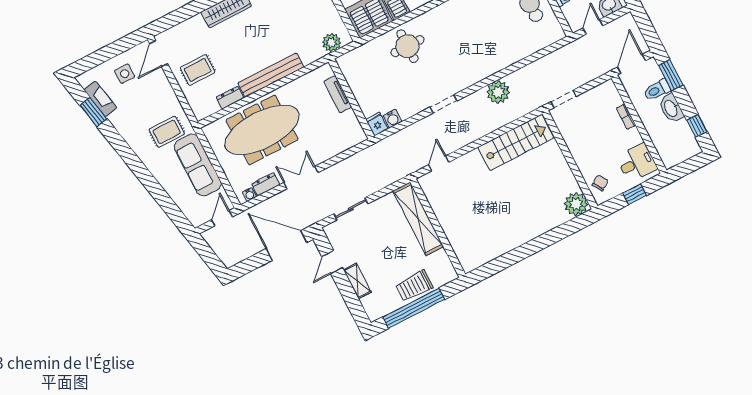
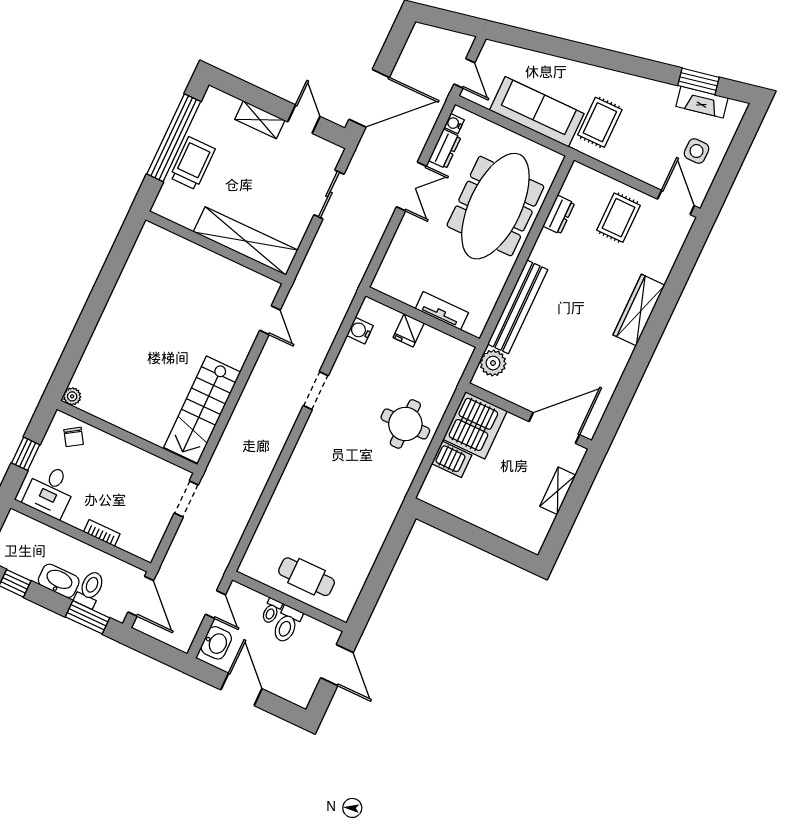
bench: (271, 75) -> (518, 307), moved
plant: (498, 92) -> (265, 451), removed
fridge: (377, 124) -> (409, 330), moved, turned 90
plant: (576, 204) -> (72, 396), width x0.53, depth x0.53

